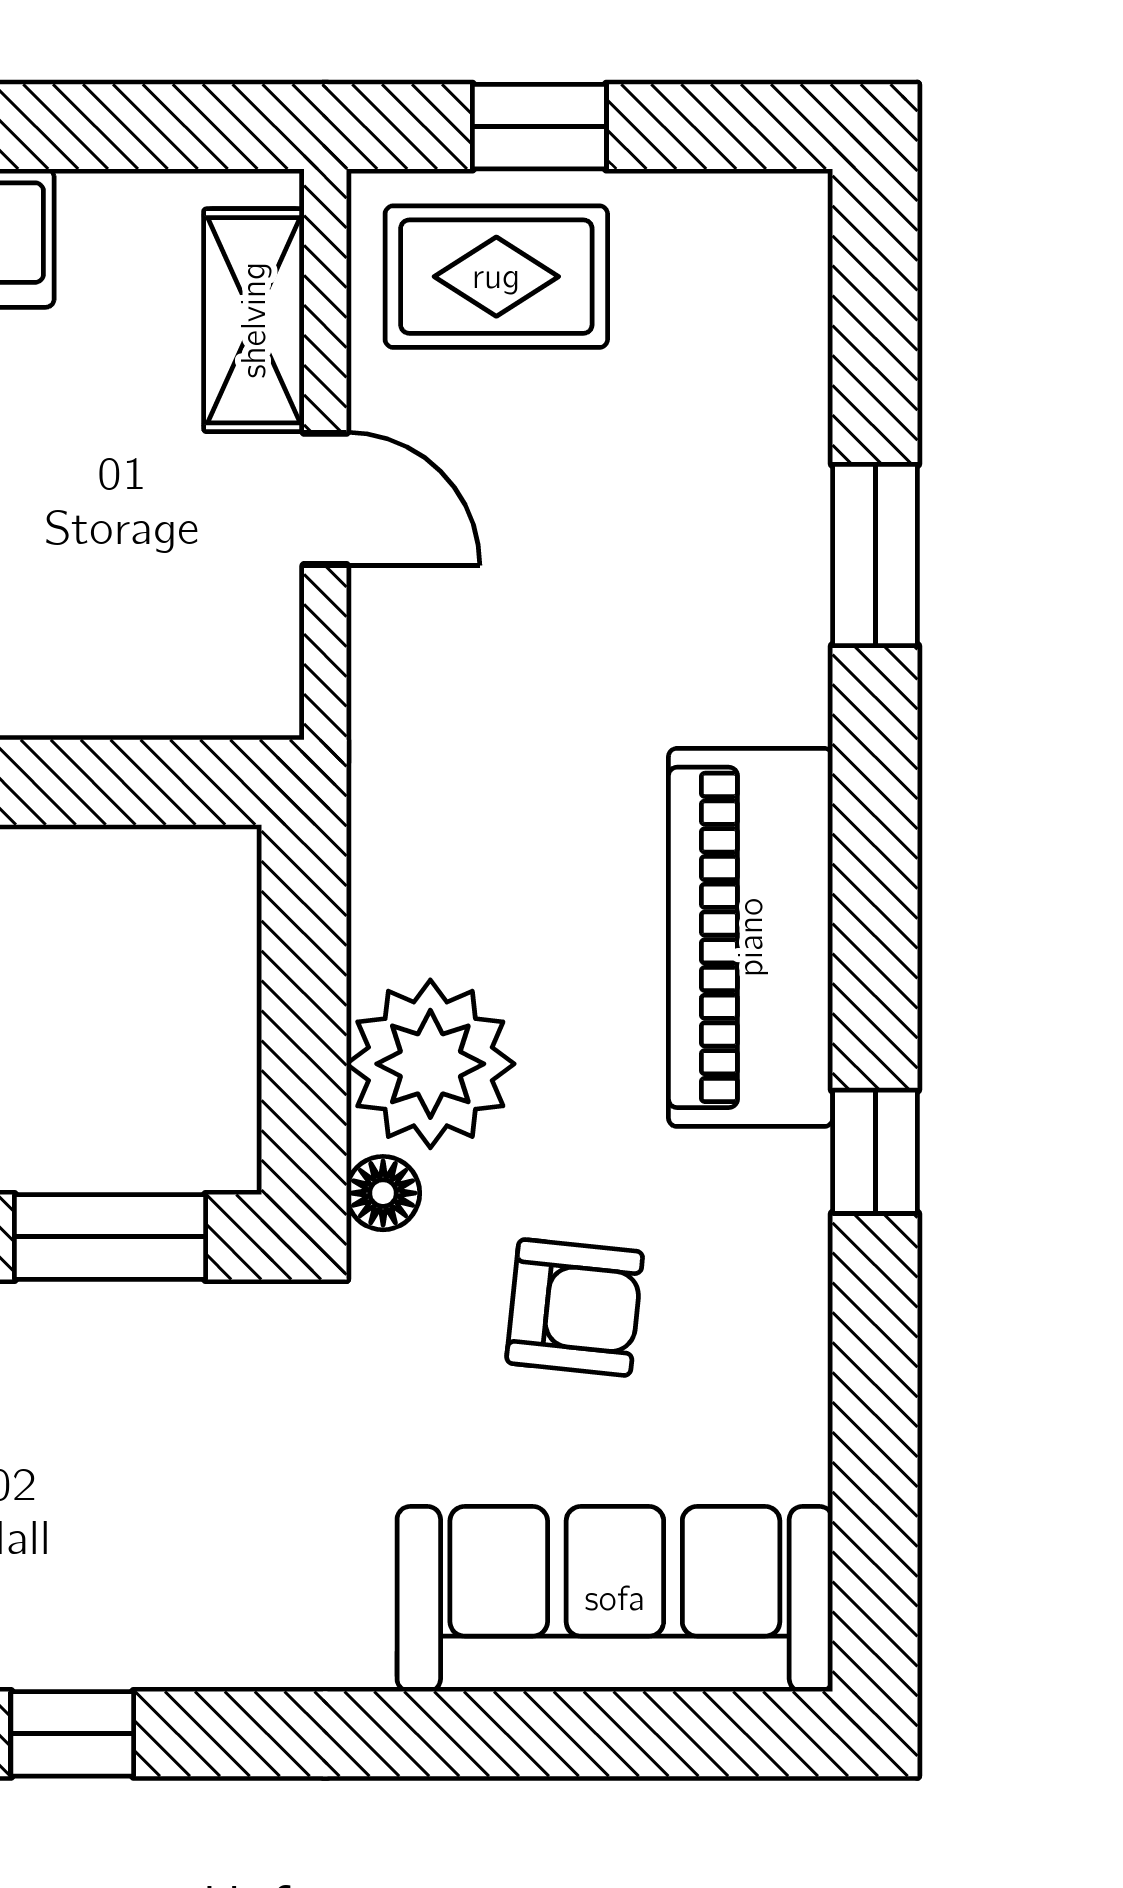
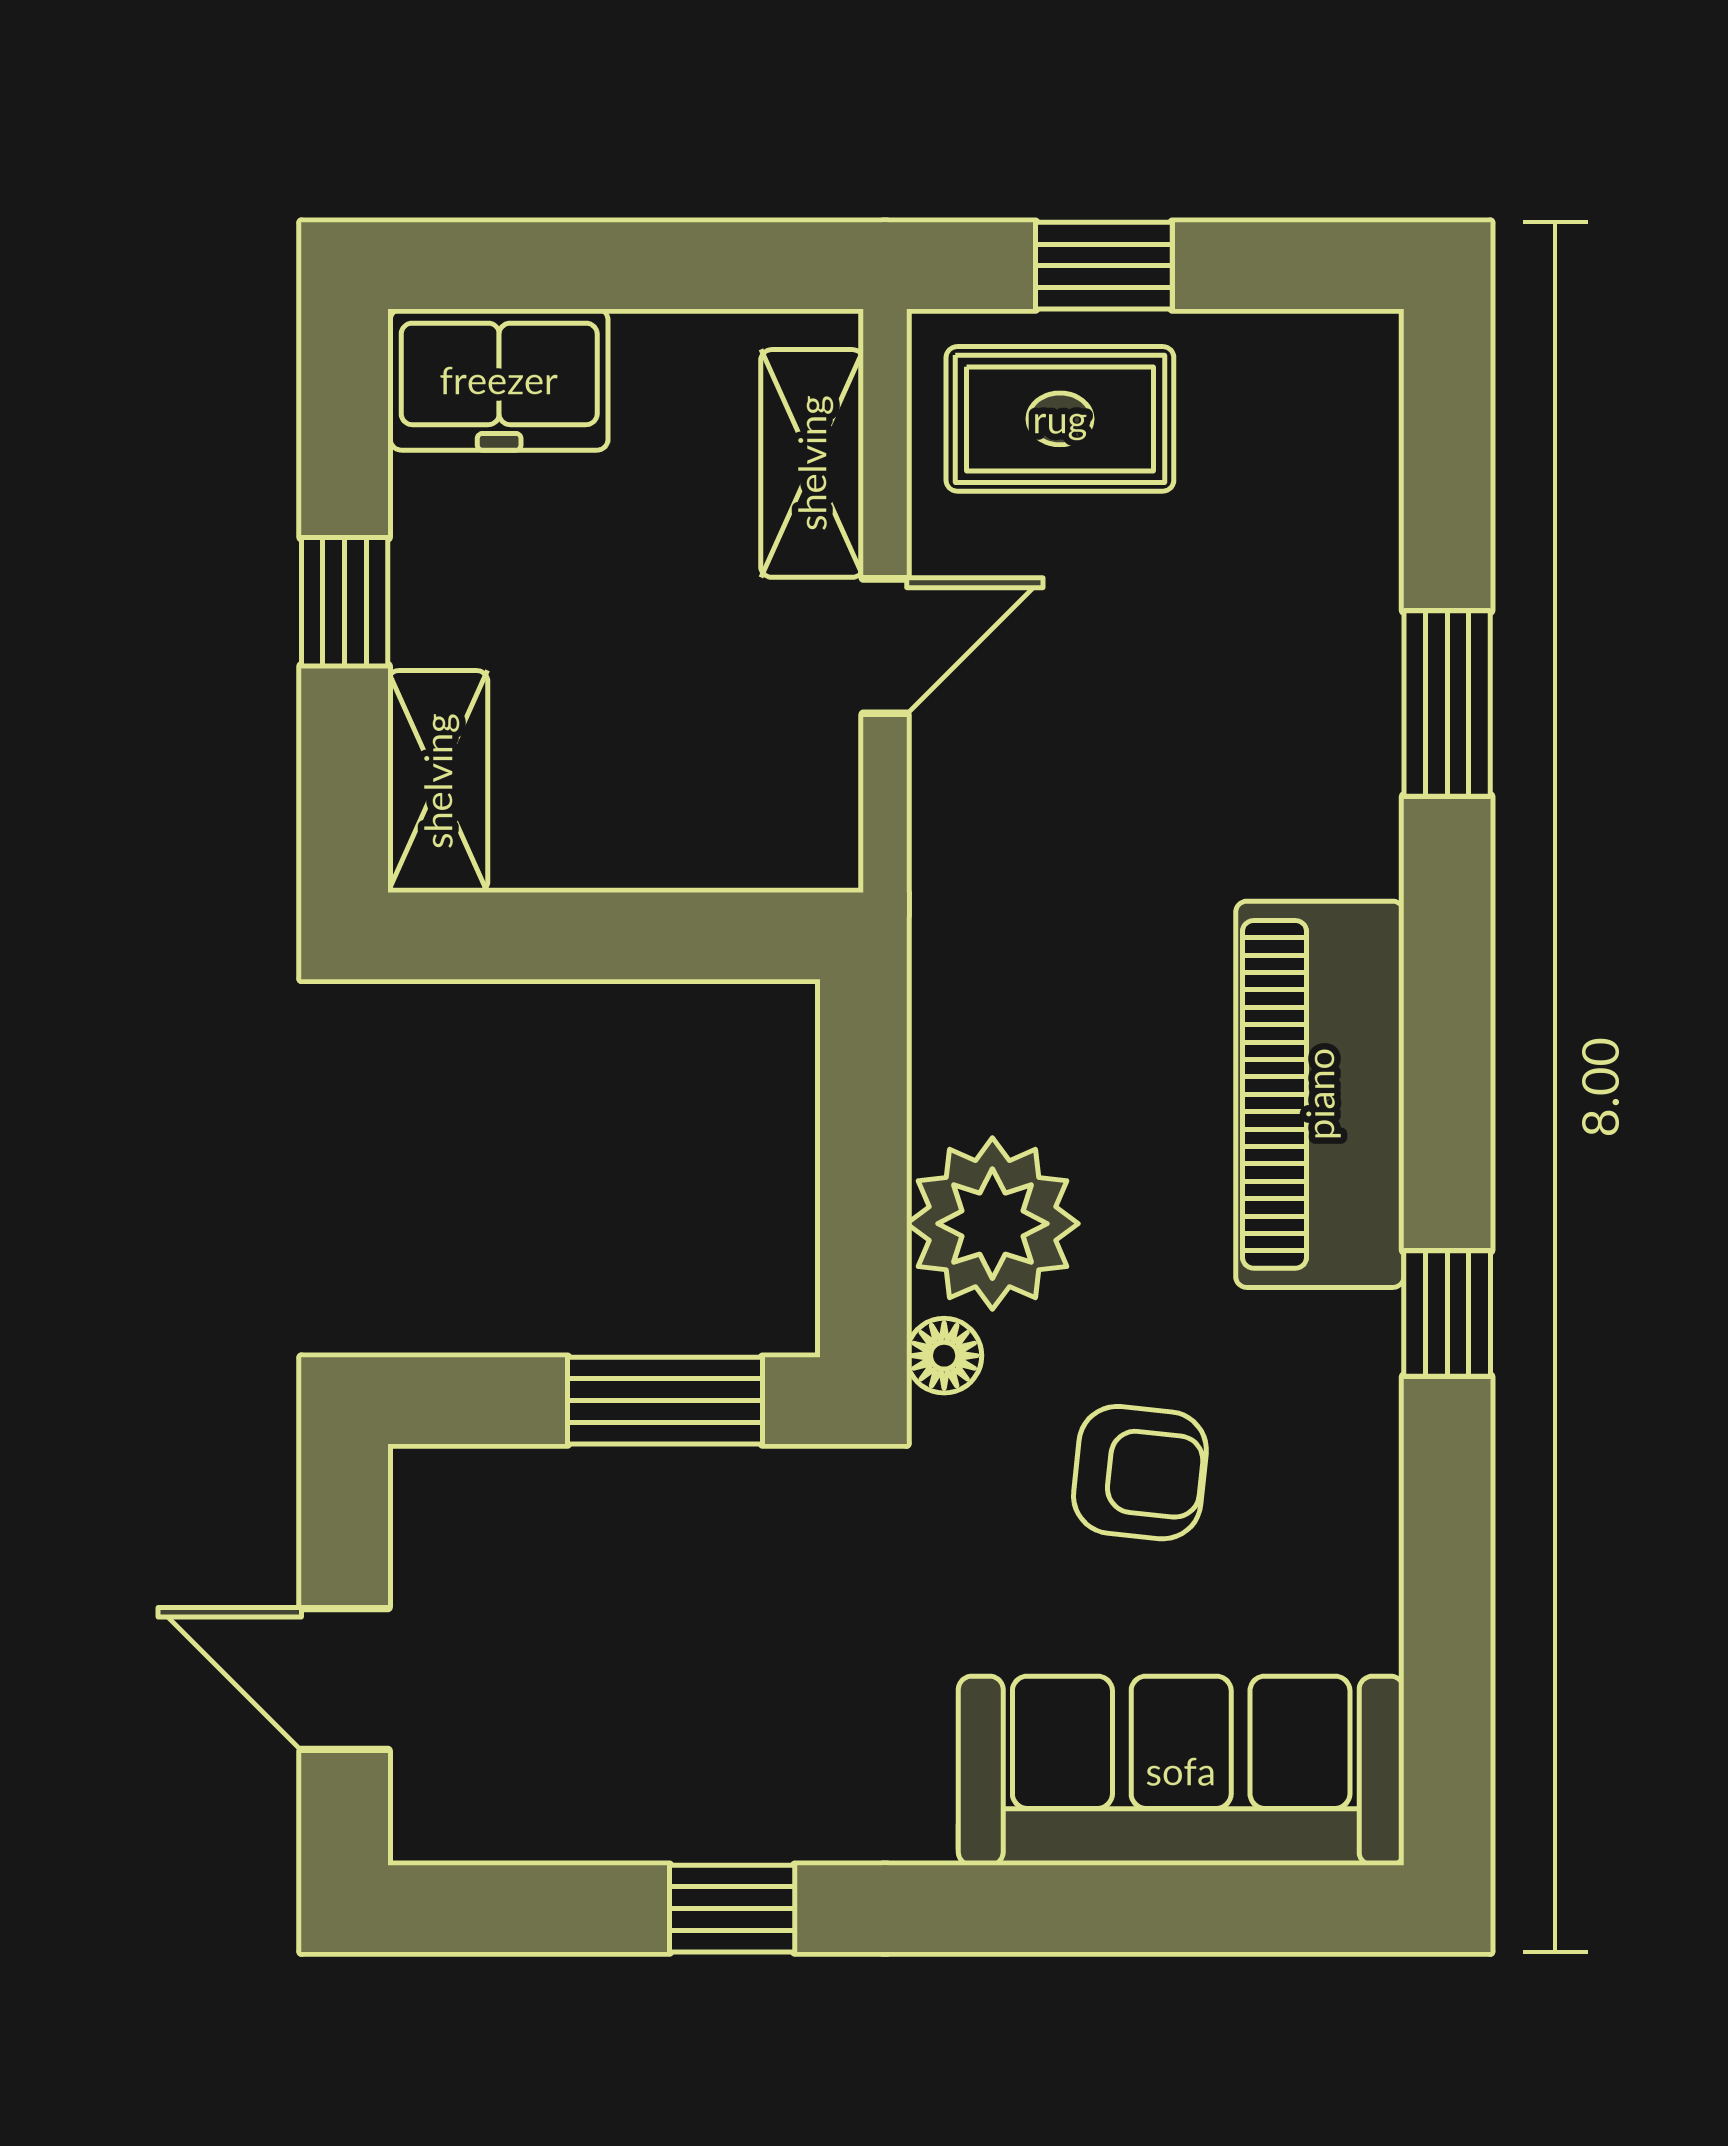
door: (325, 499) -> (885, 646), hinge flipped
window: (72, 1734) -> (732, 1909), moved

